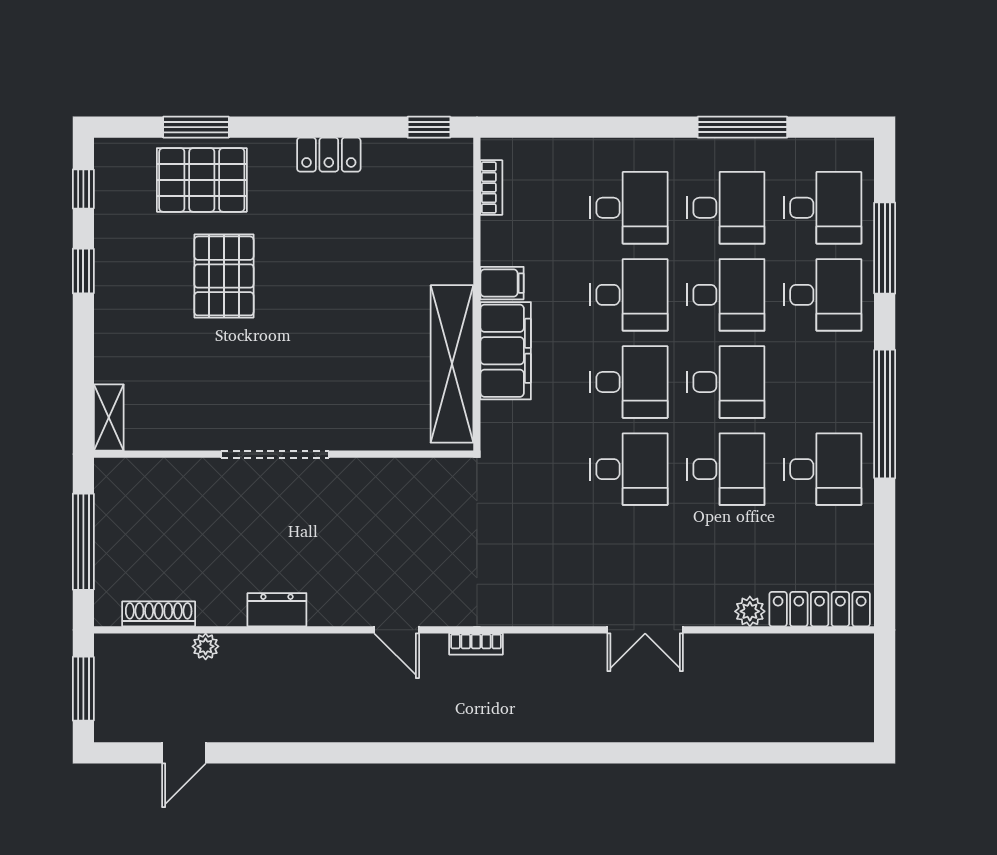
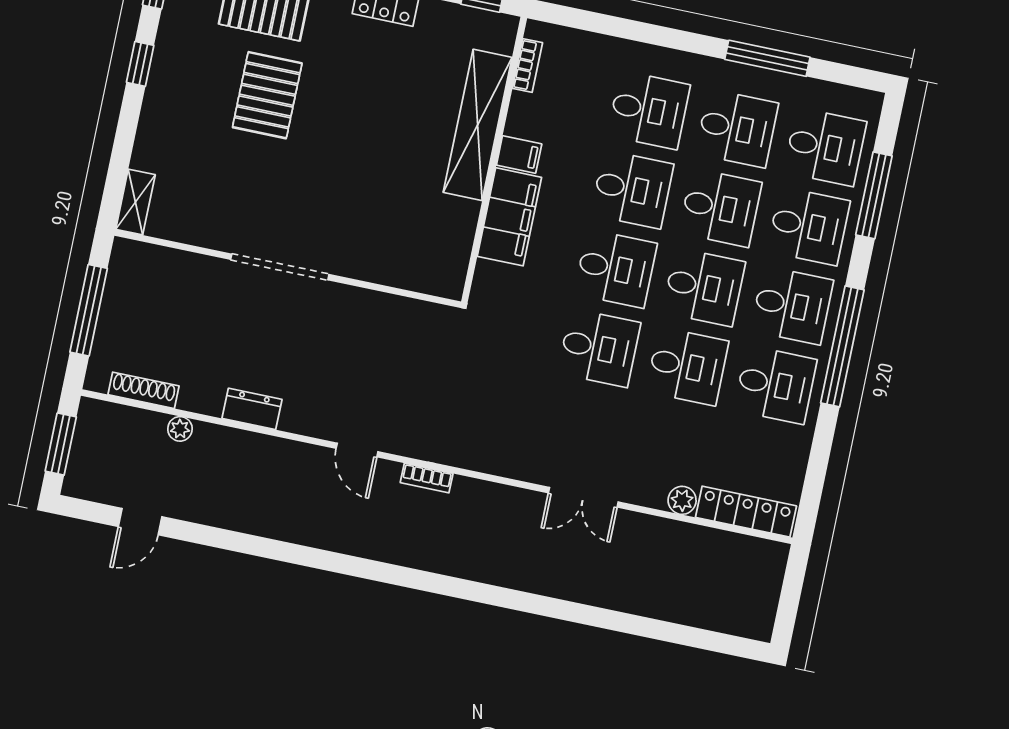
shelving: (452, 364) -> (478, 125), moved
desk: (823, 382) -> (792, 306), added

